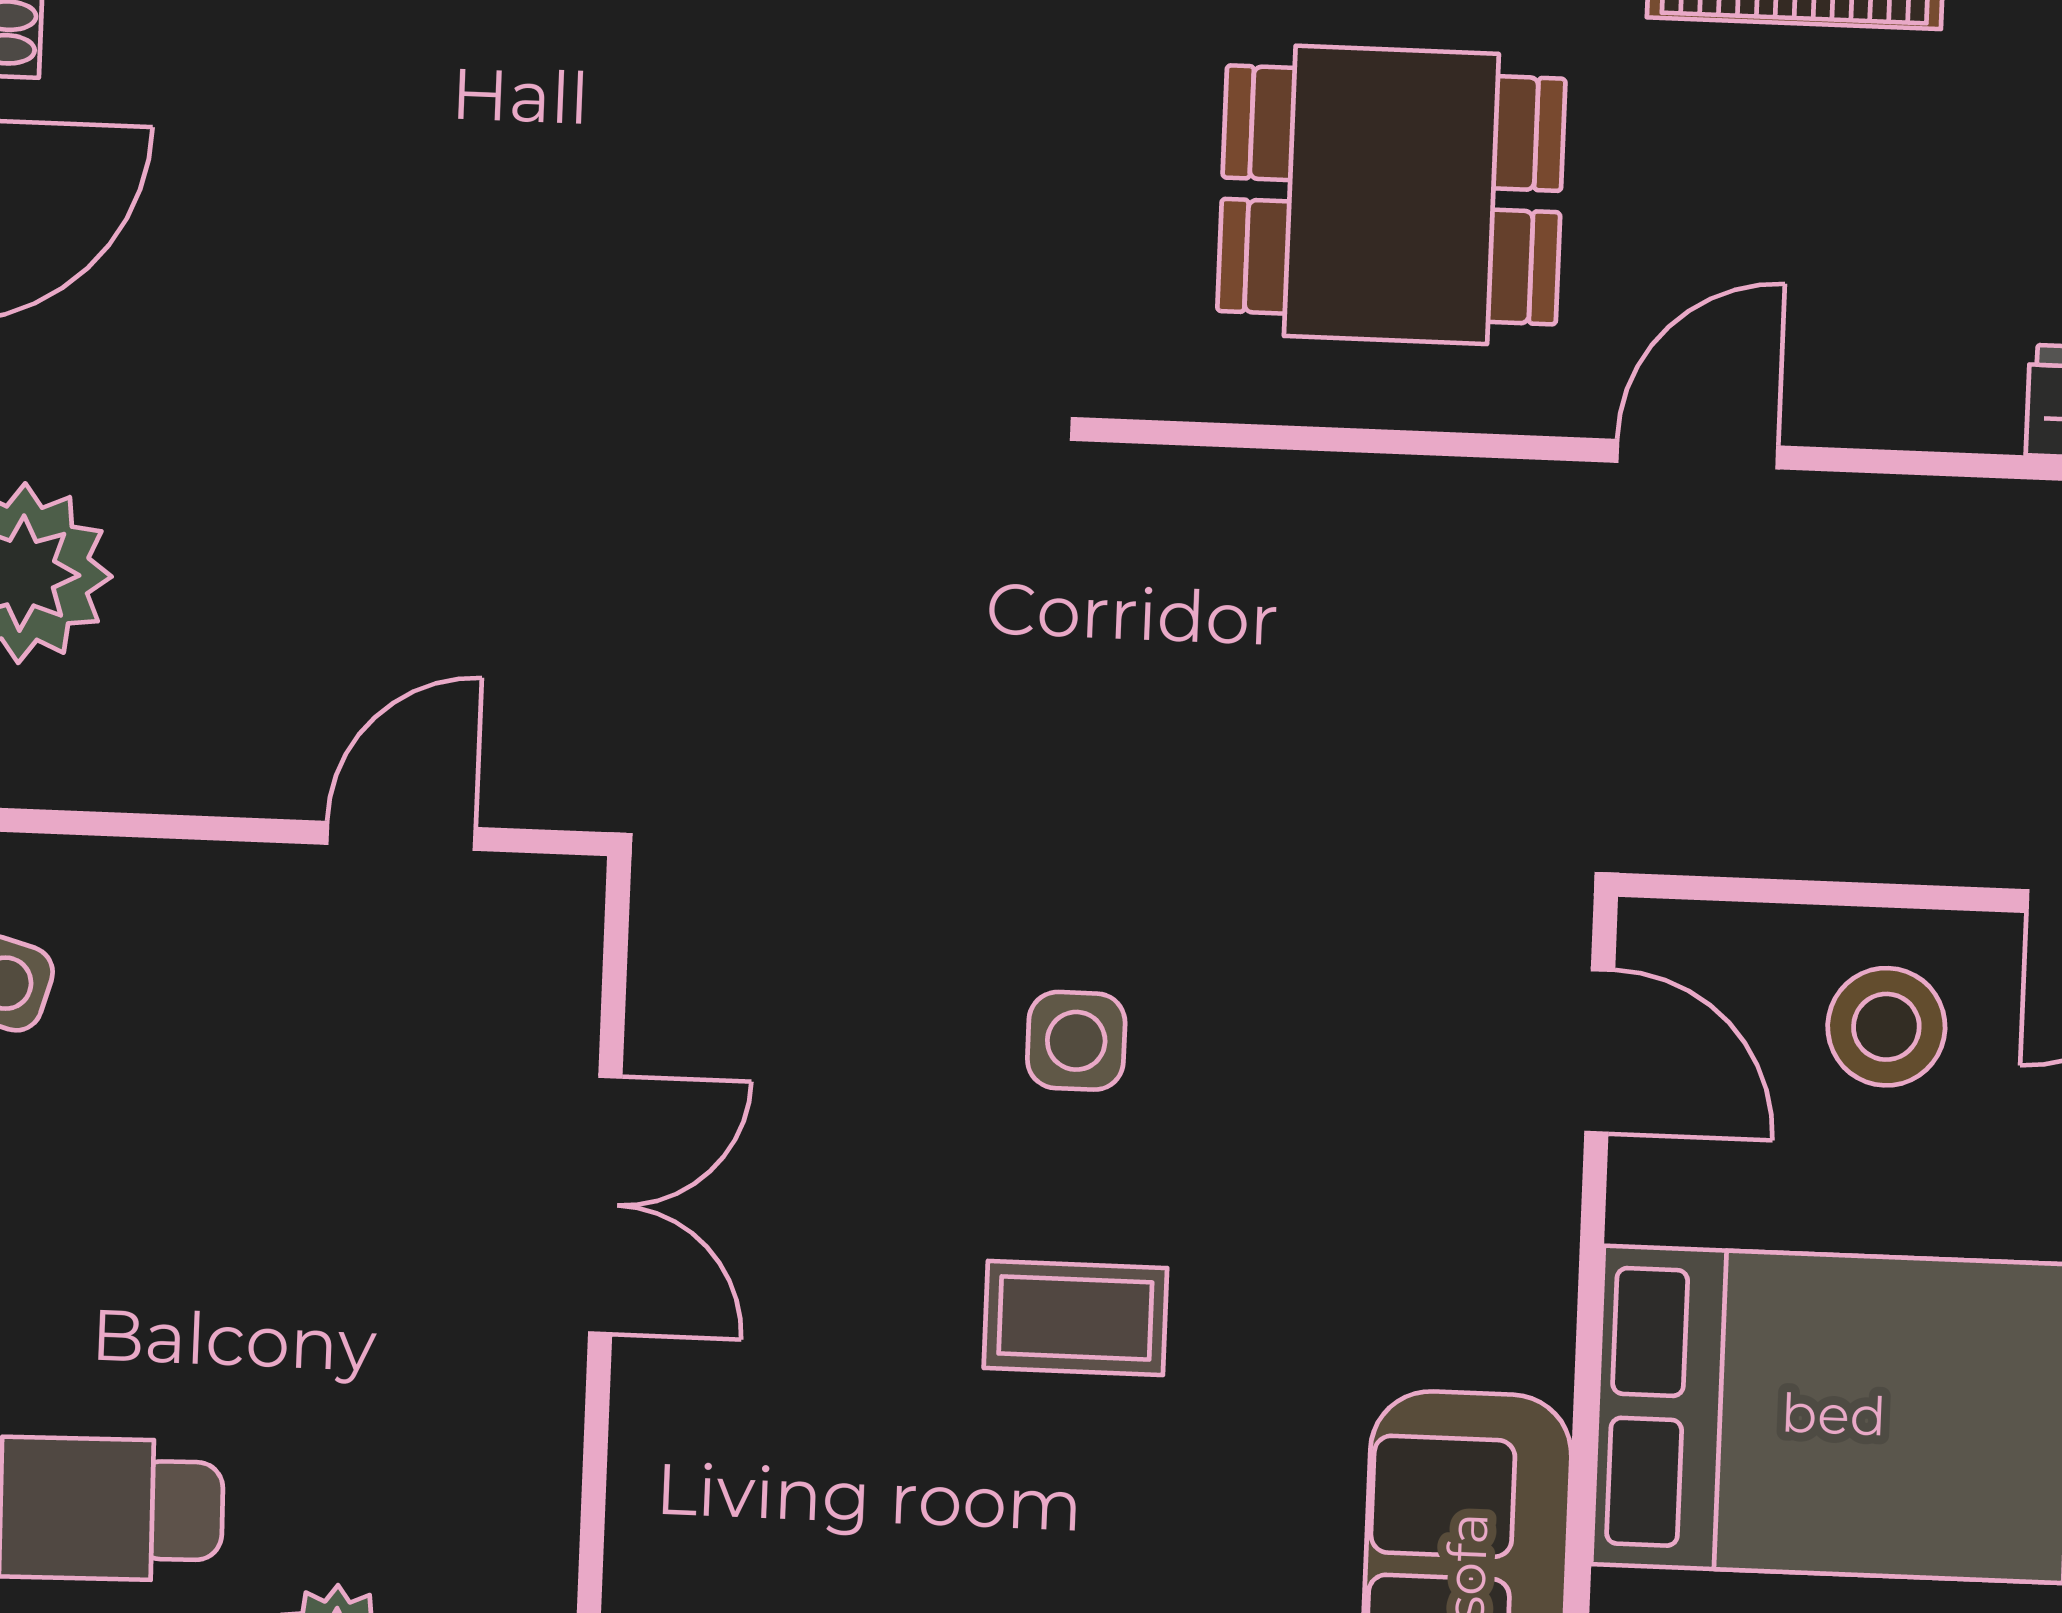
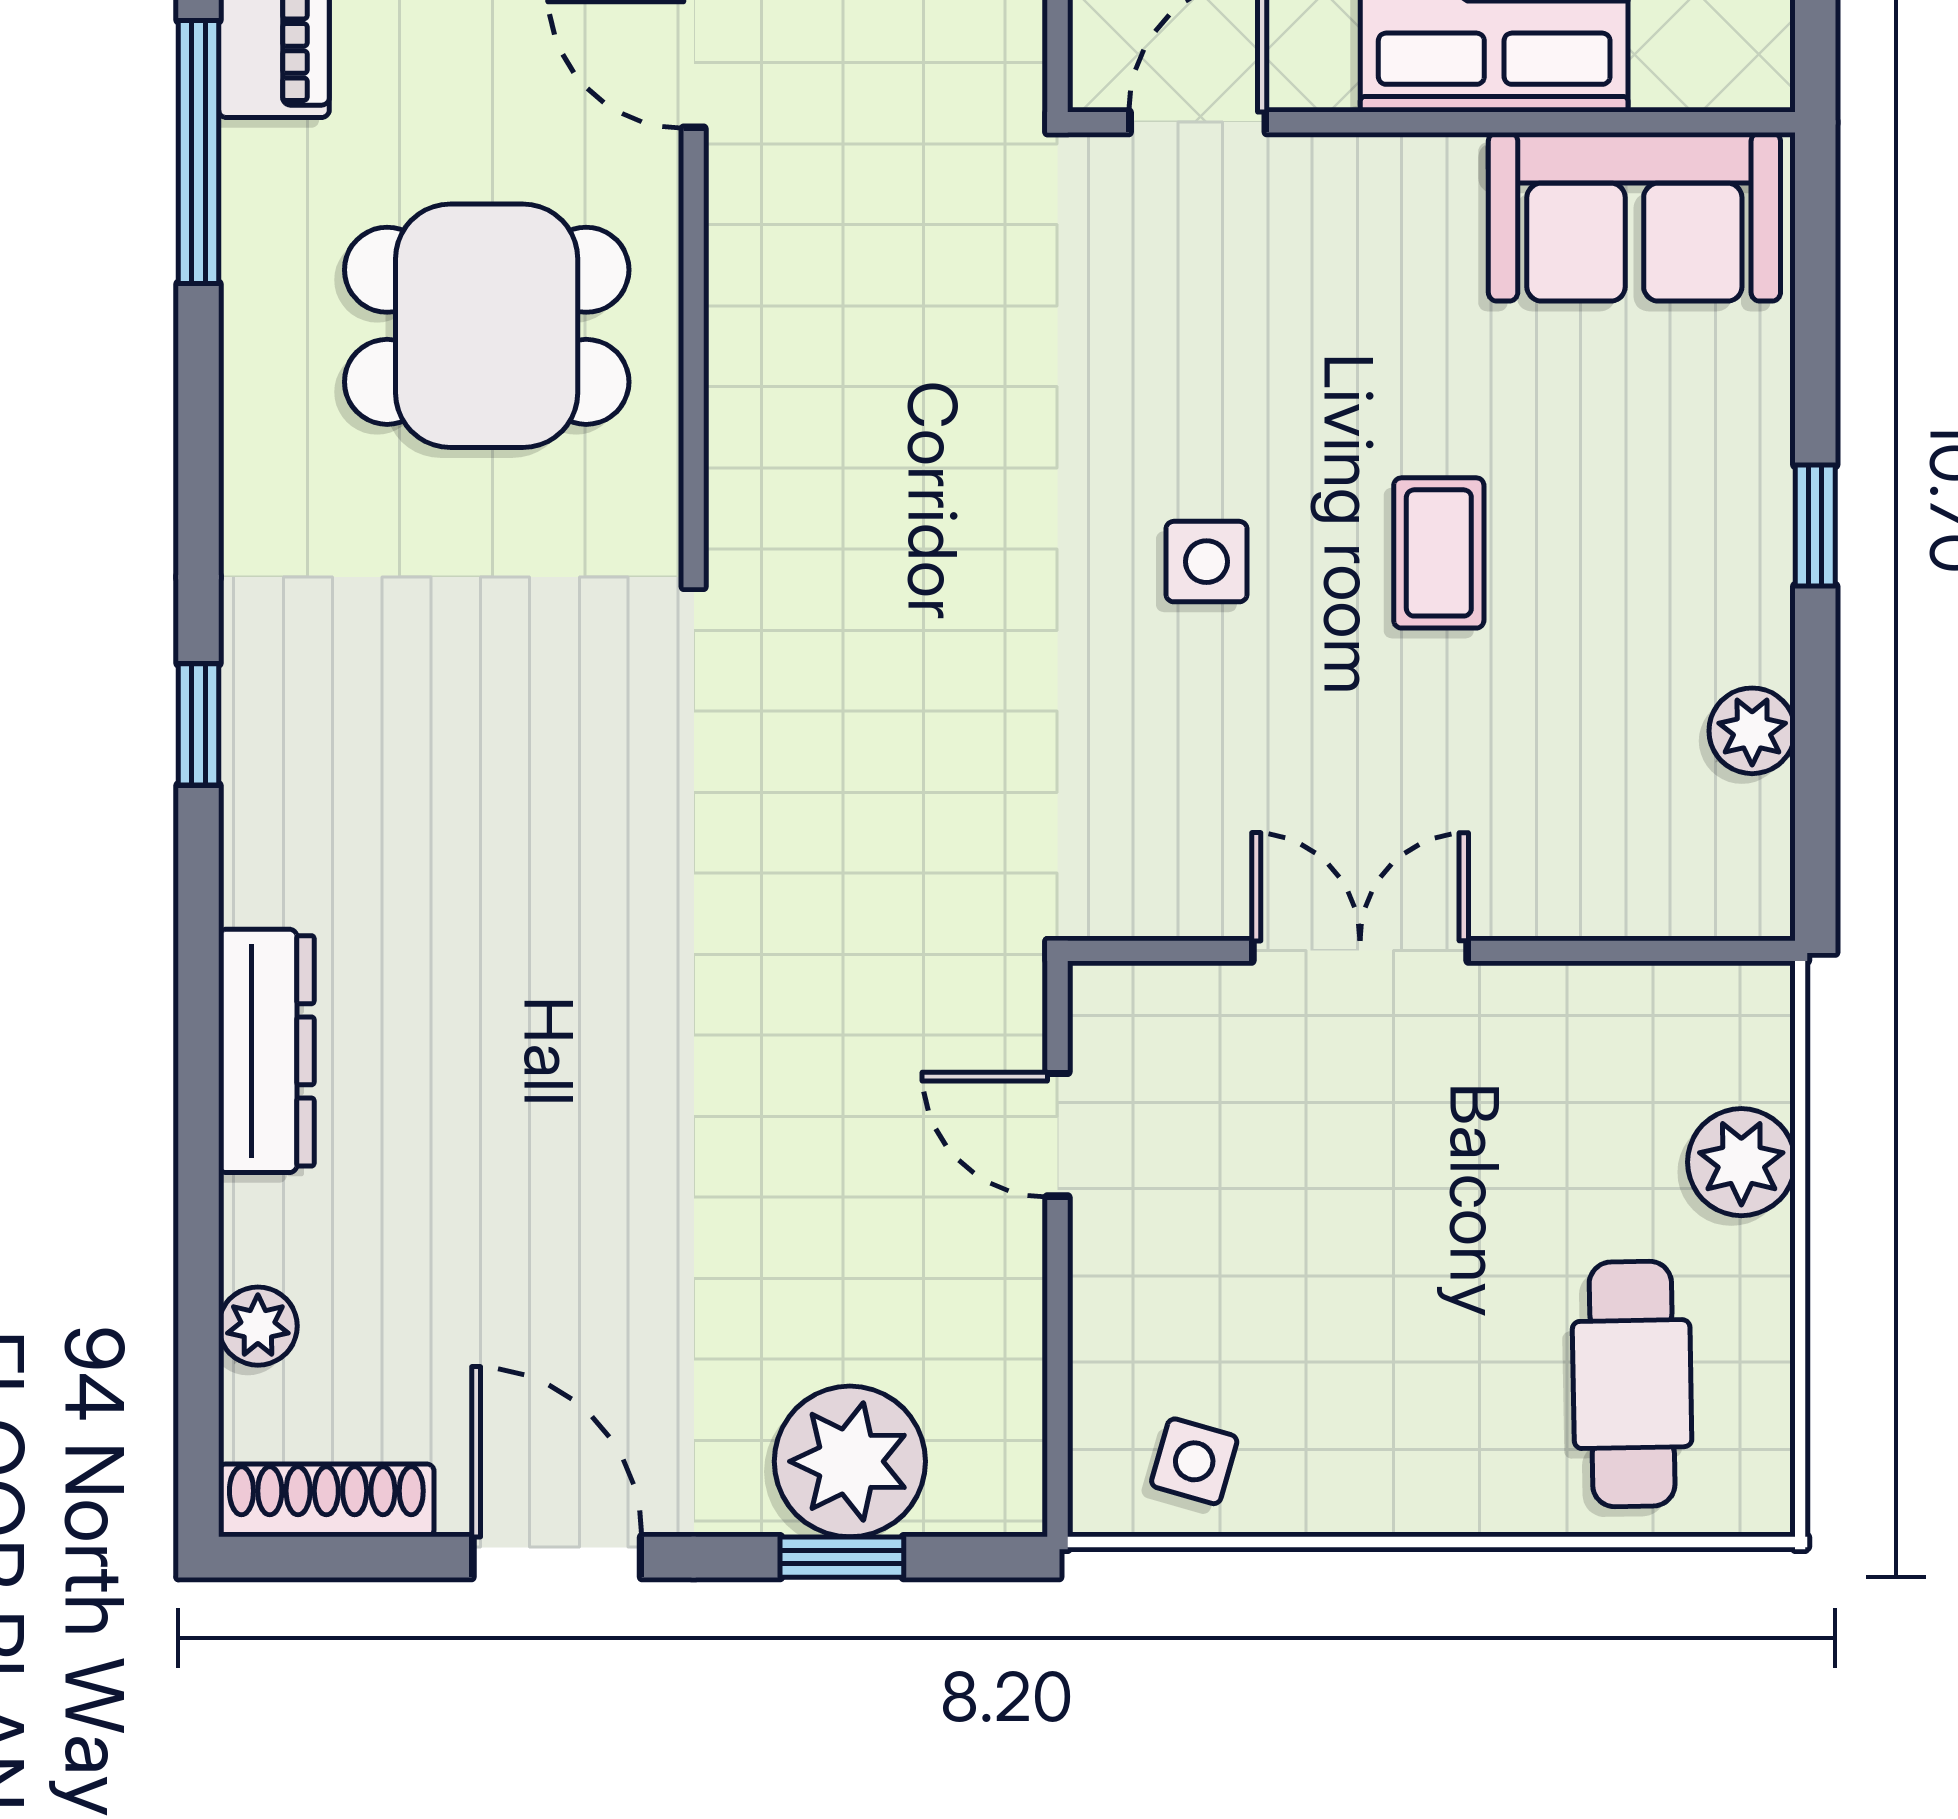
dining table: (1391, 195) -> (487, 326), turned 90

